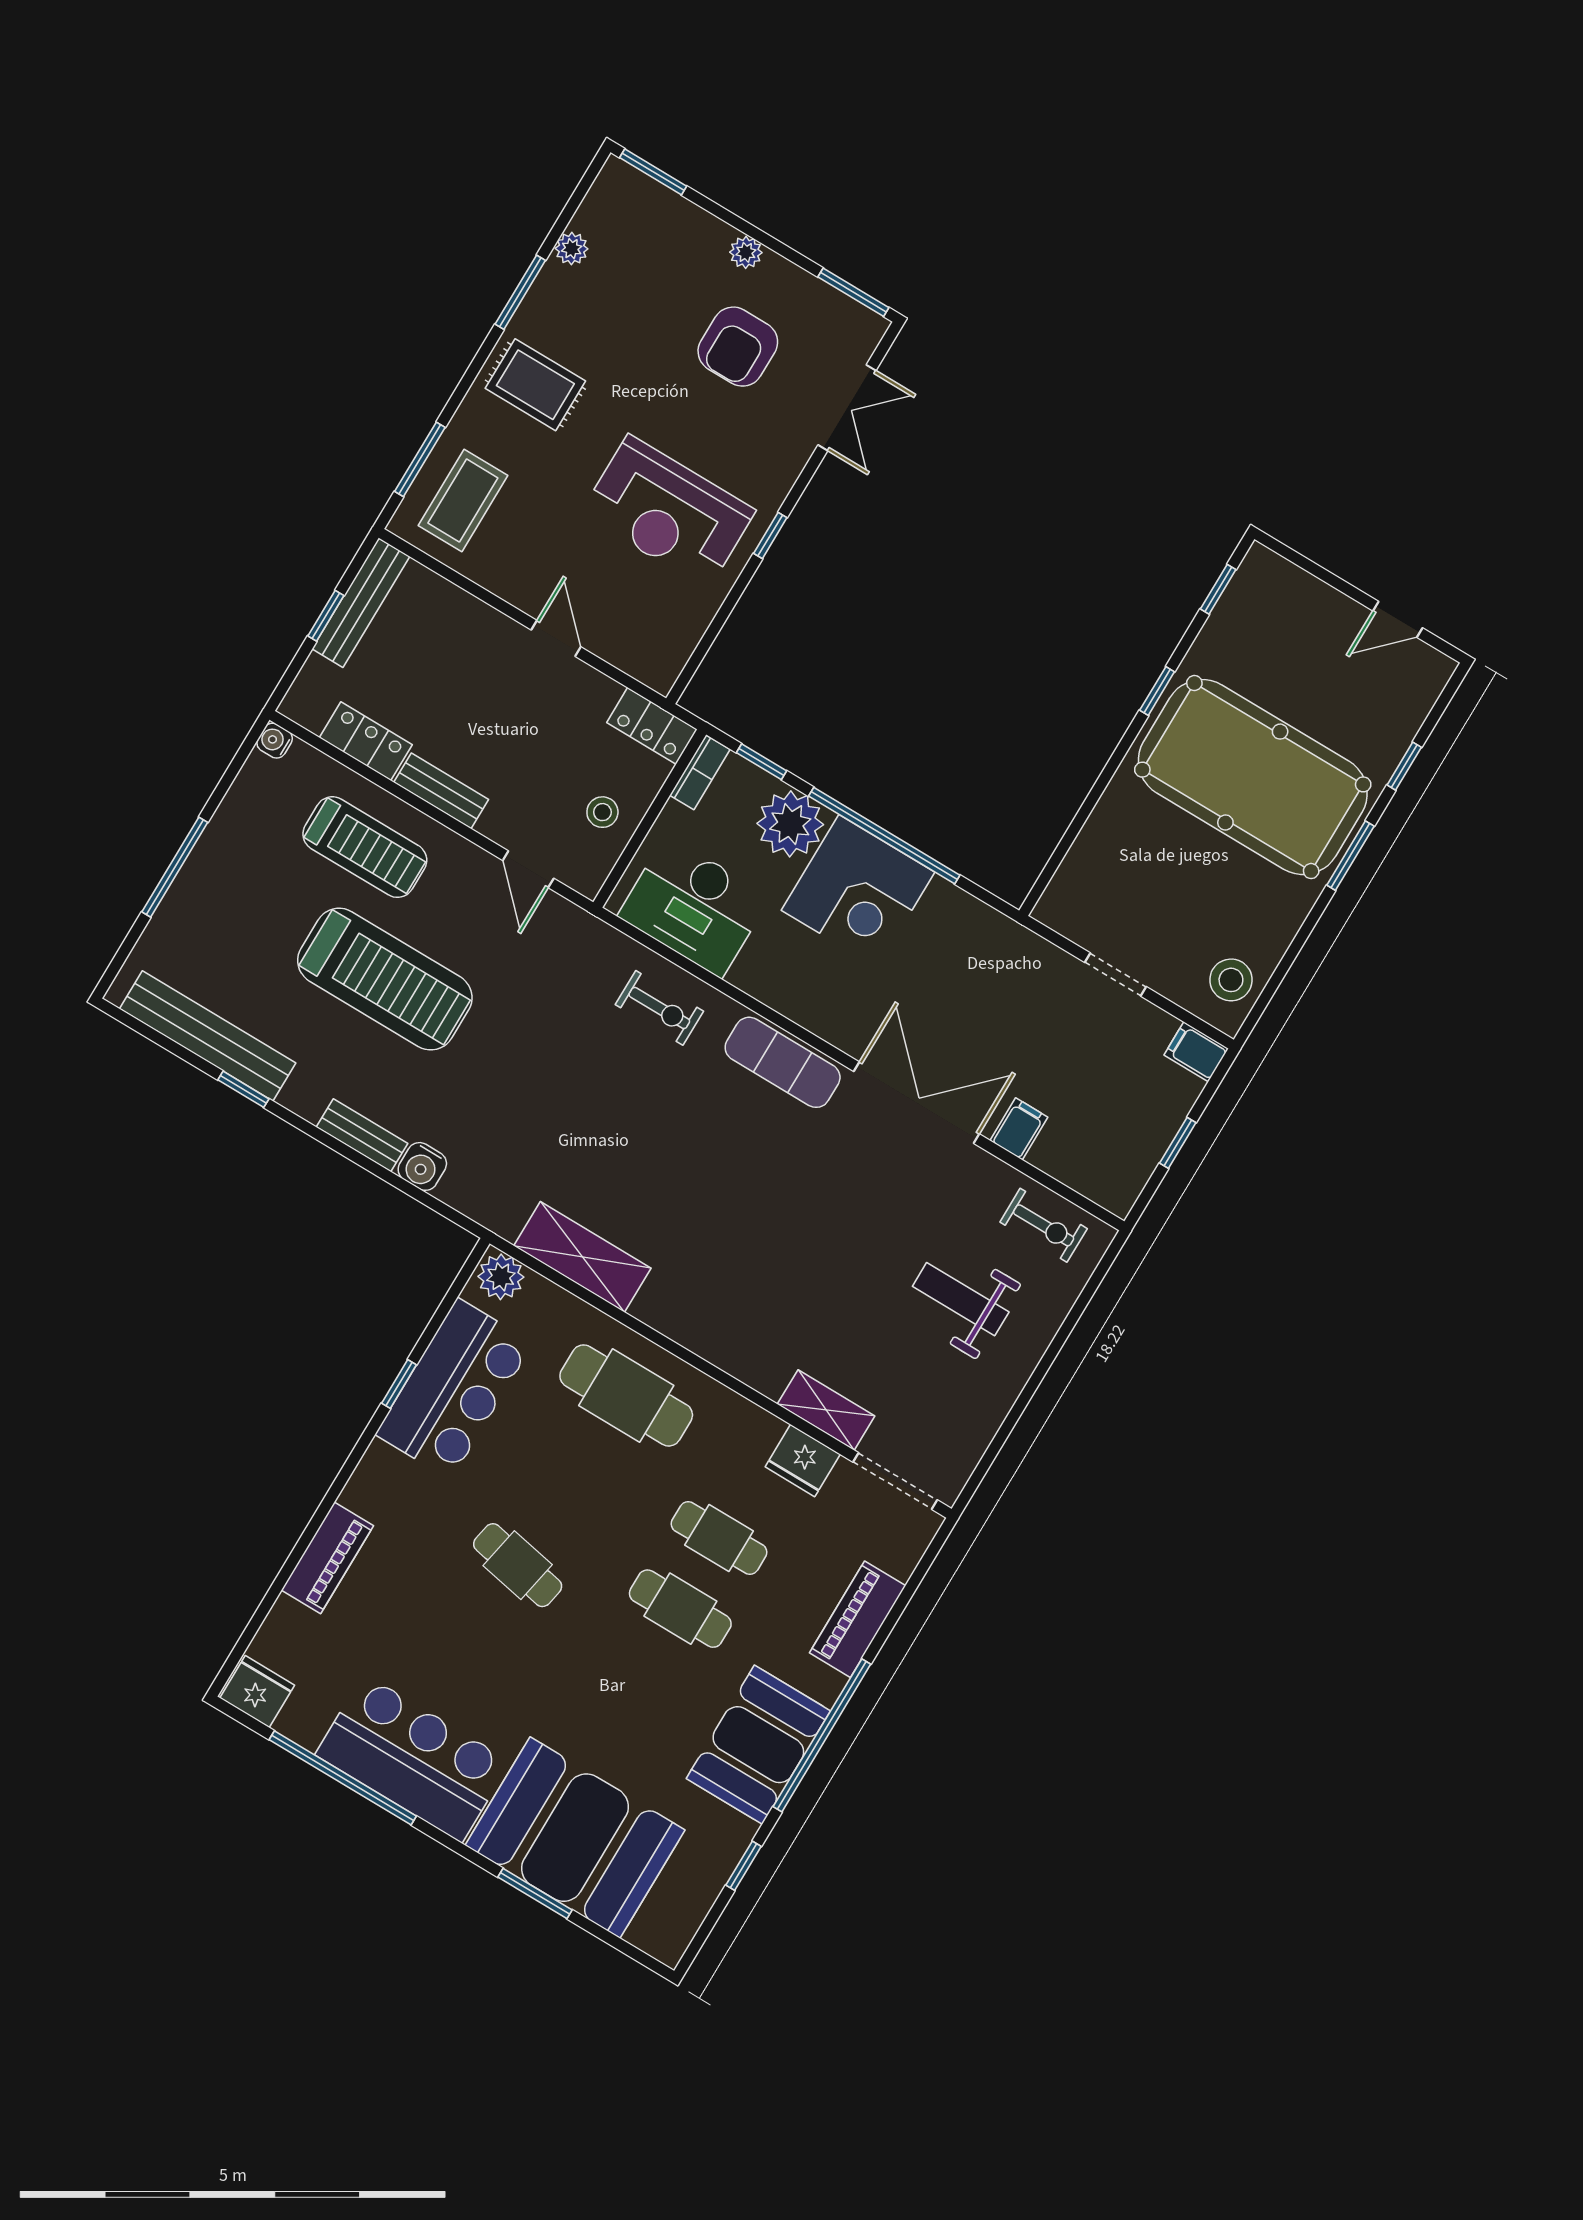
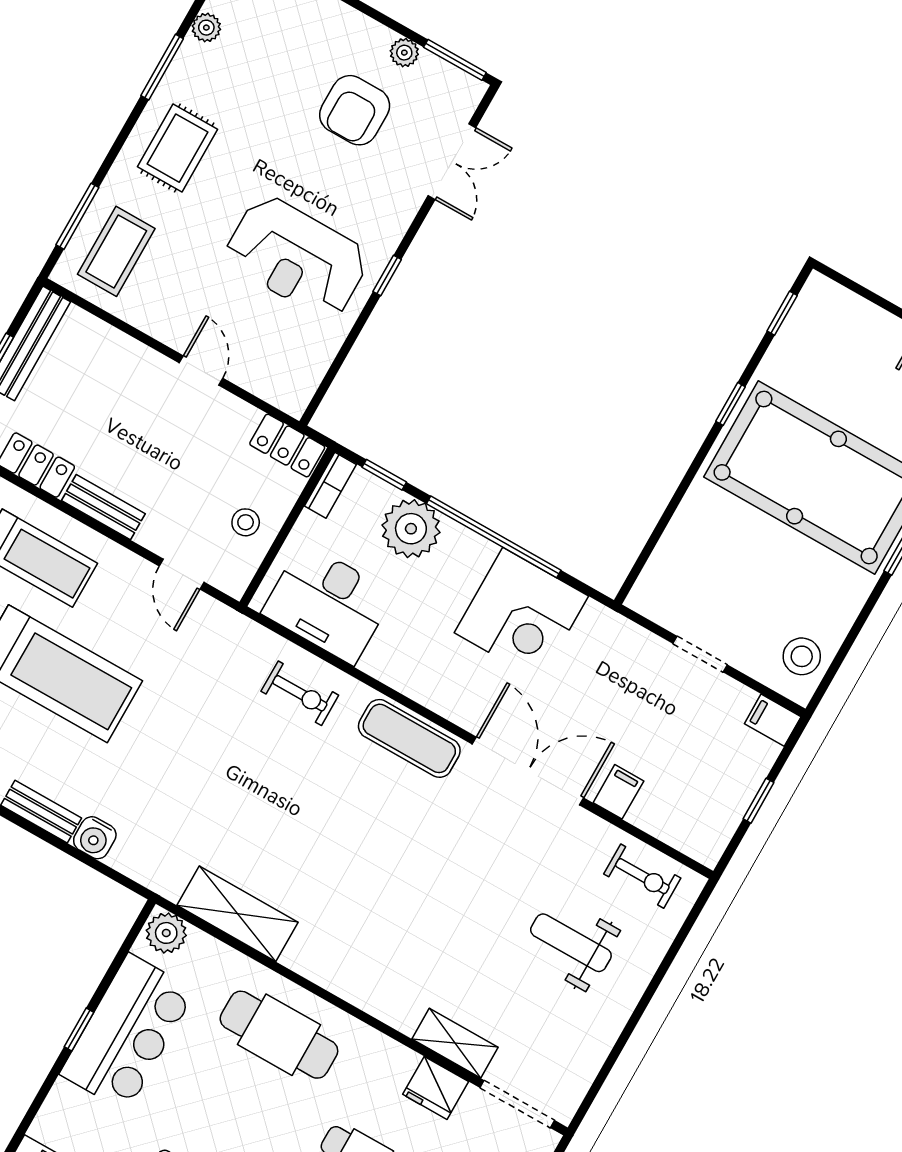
plant: (746, 252) -> (404, 53), moved
rug: (535, 385) -> (177, 148), turned 90
corner desk: (858, 891) -> (521, 614), moved

